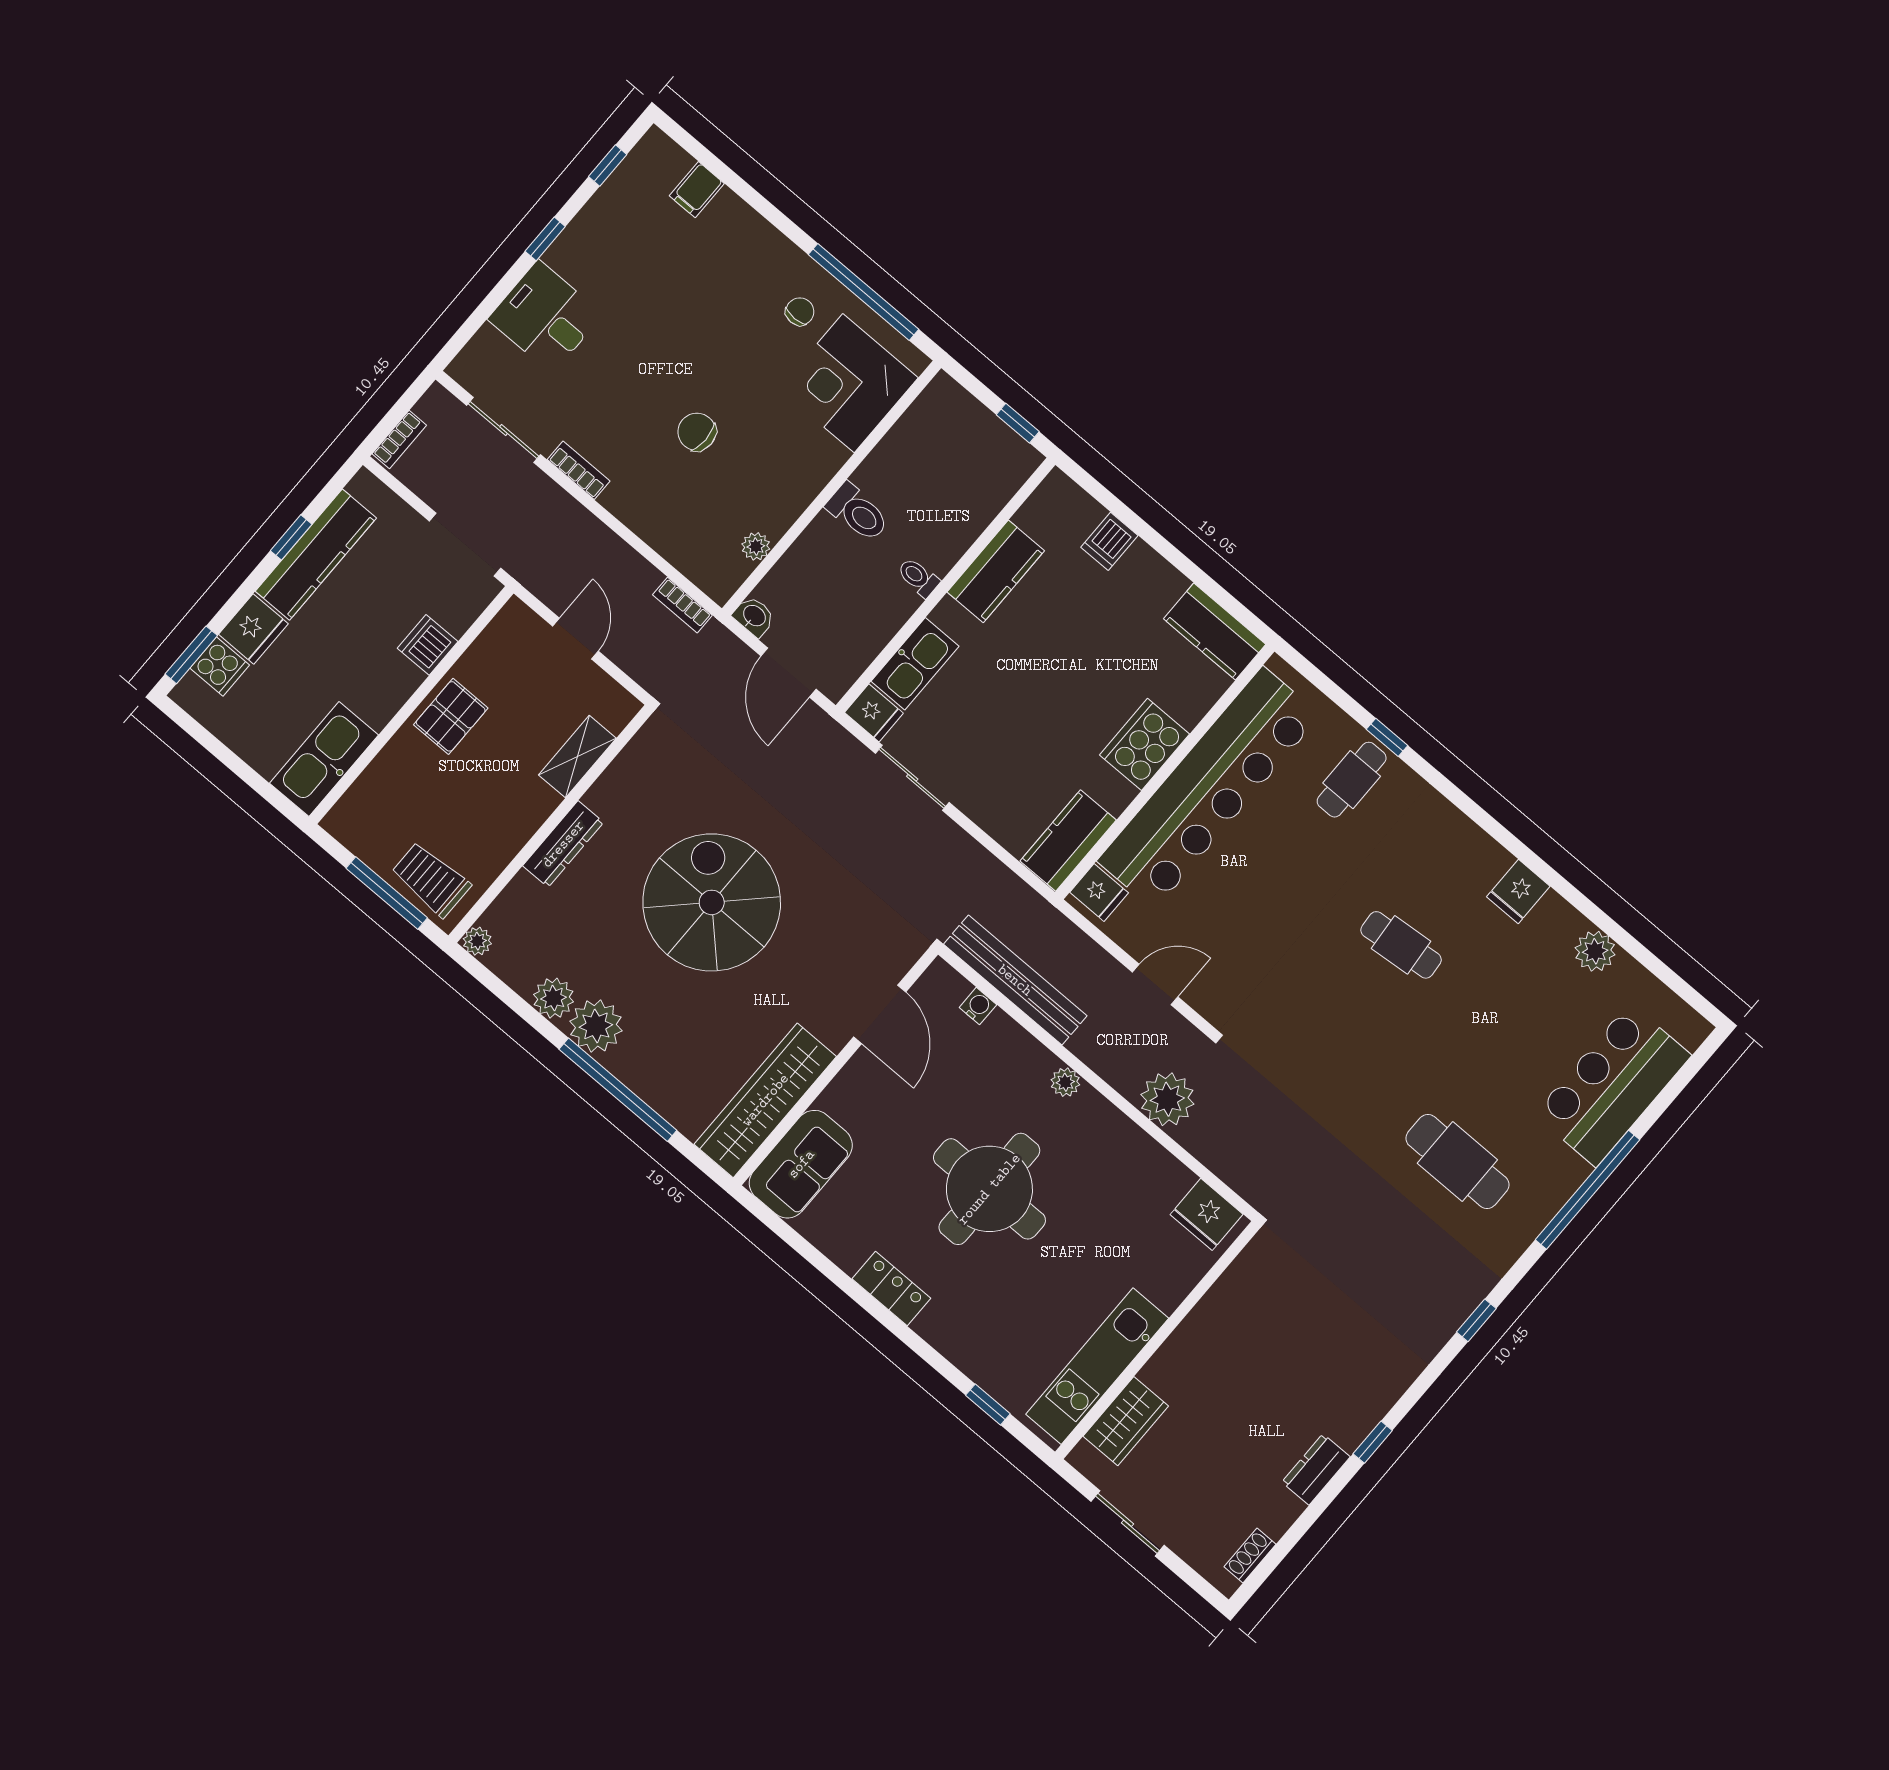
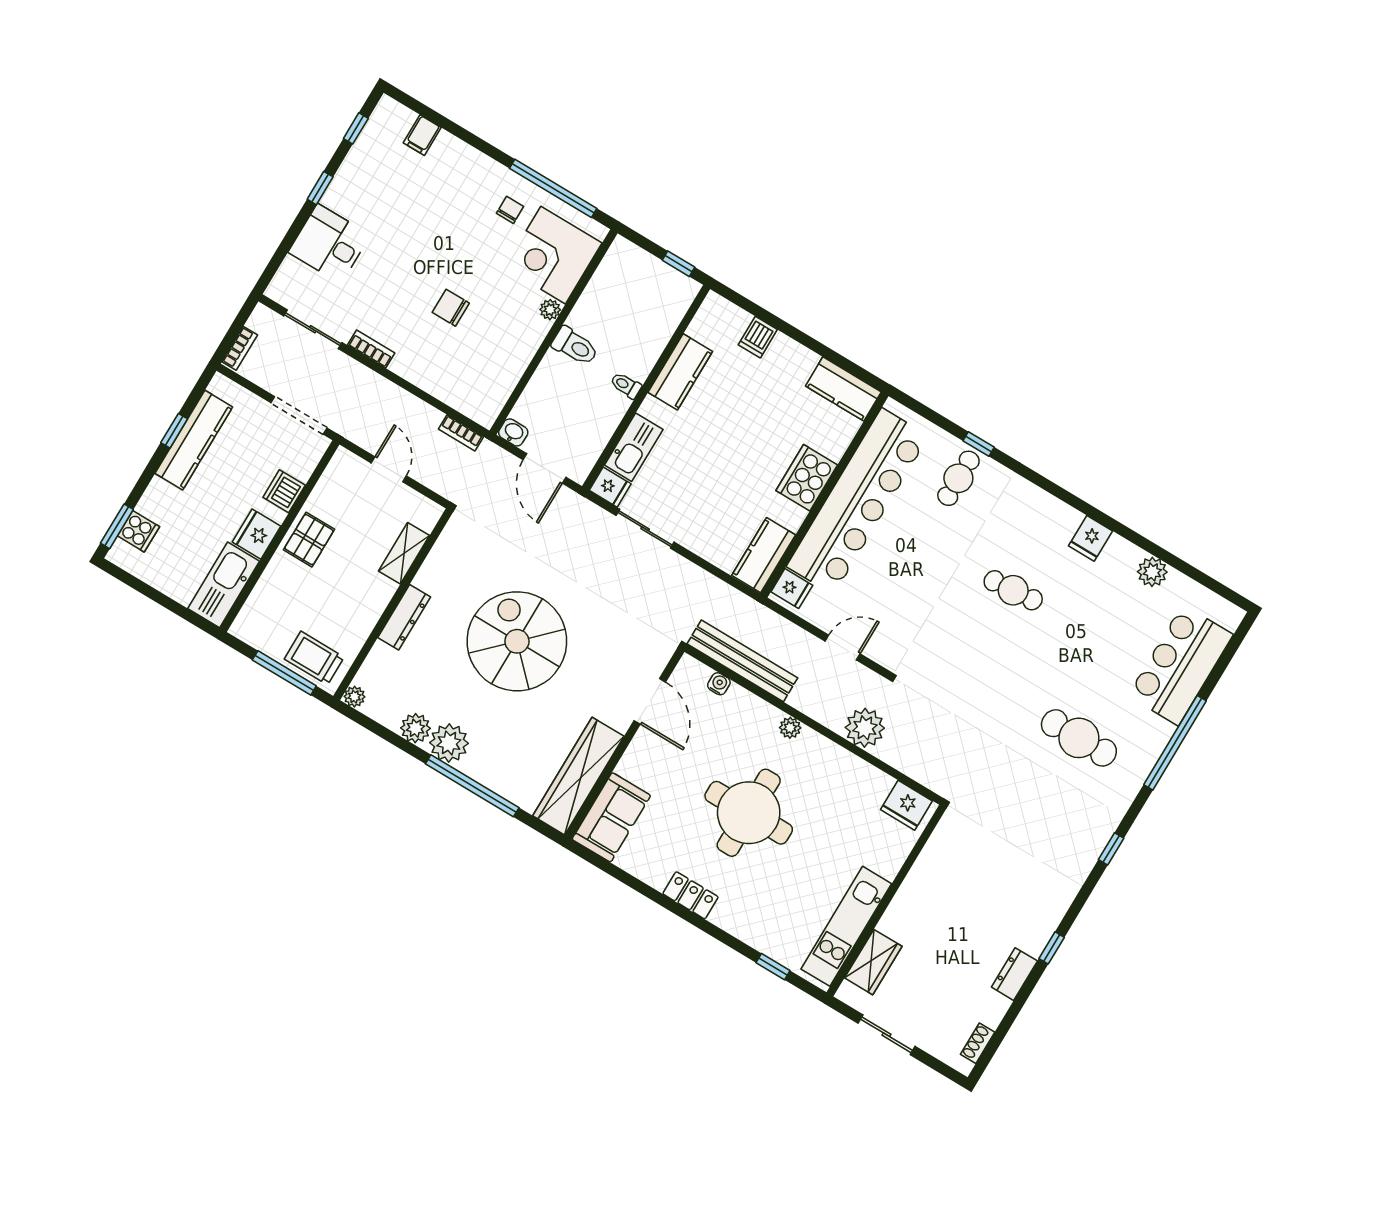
plant: (756, 546) -> (550, 310), moved
fridge: (253, 629) -> (257, 534), moved, turned 180

